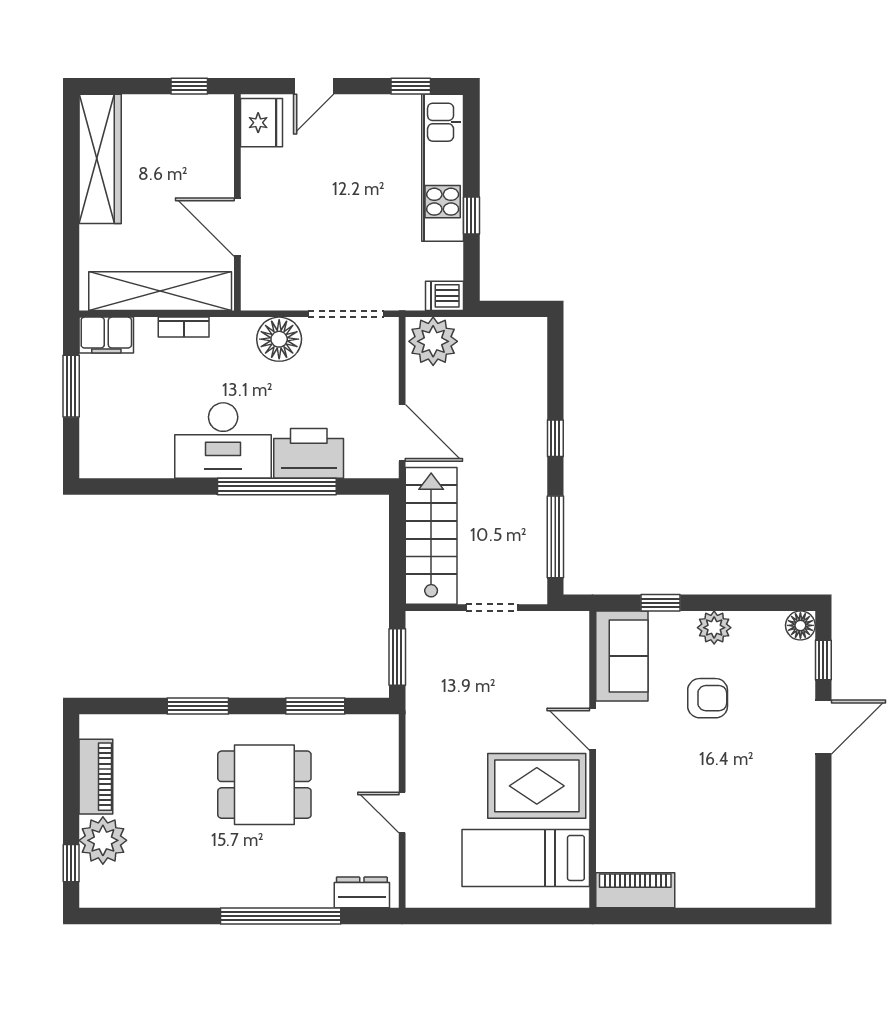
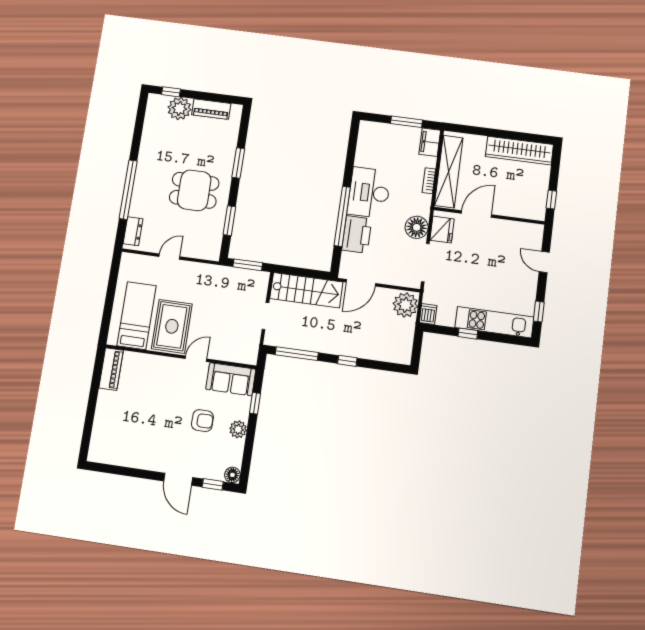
fridge: (262, 123) -> (442, 230), moved, turned -90
armchair: (708, 698) -> (202, 421), turned -90
dining table: (264, 785) -> (194, 190), turned 90

